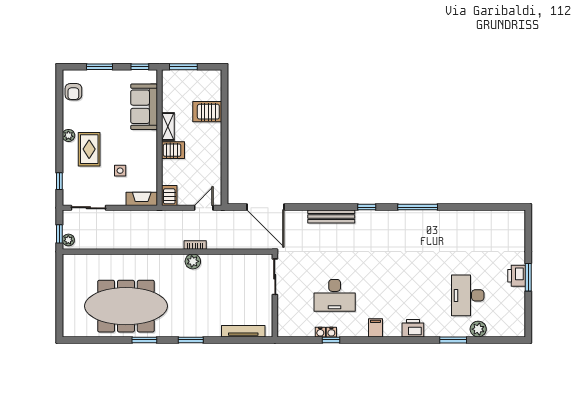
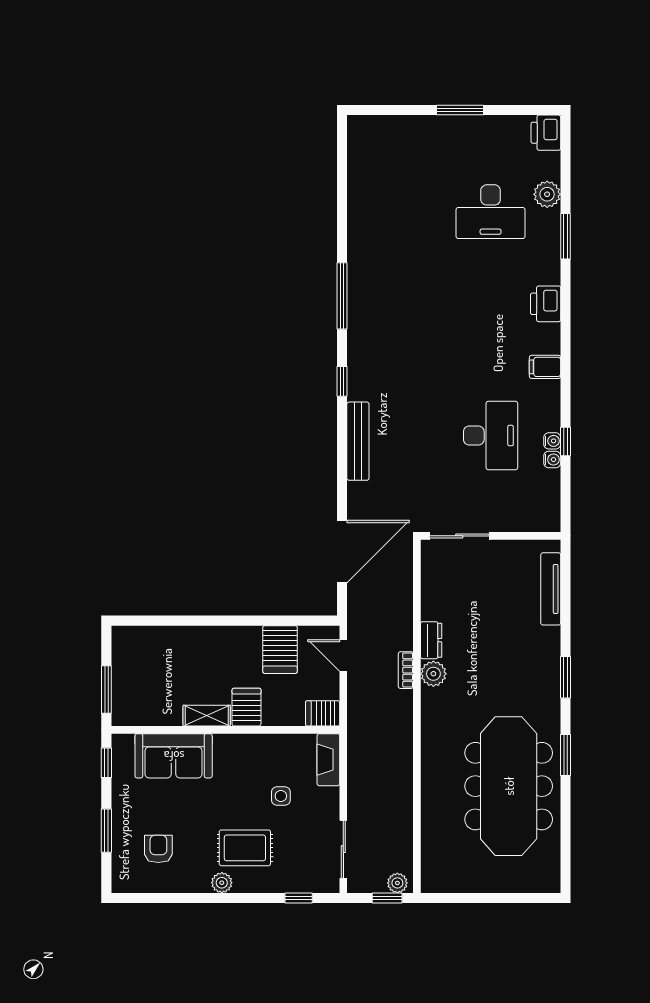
armchair: (73, 92) -> (158, 849), moved, turned -90
server rack: (207, 112) -> (280, 650), moved
dresser: (213, 260) -> (431, 640), added
printer: (517, 276) -> (546, 133), moved, turned 90

